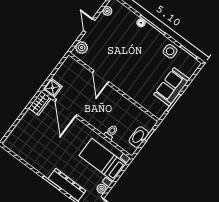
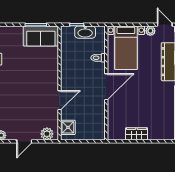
sofa: (172, 87) -> (41, 36), moved
shower: (52, 88) -> (68, 127), moved
wardrobe: (40, 103) -> (137, 134), moved
door: (66, 108) -> (106, 87), moved

